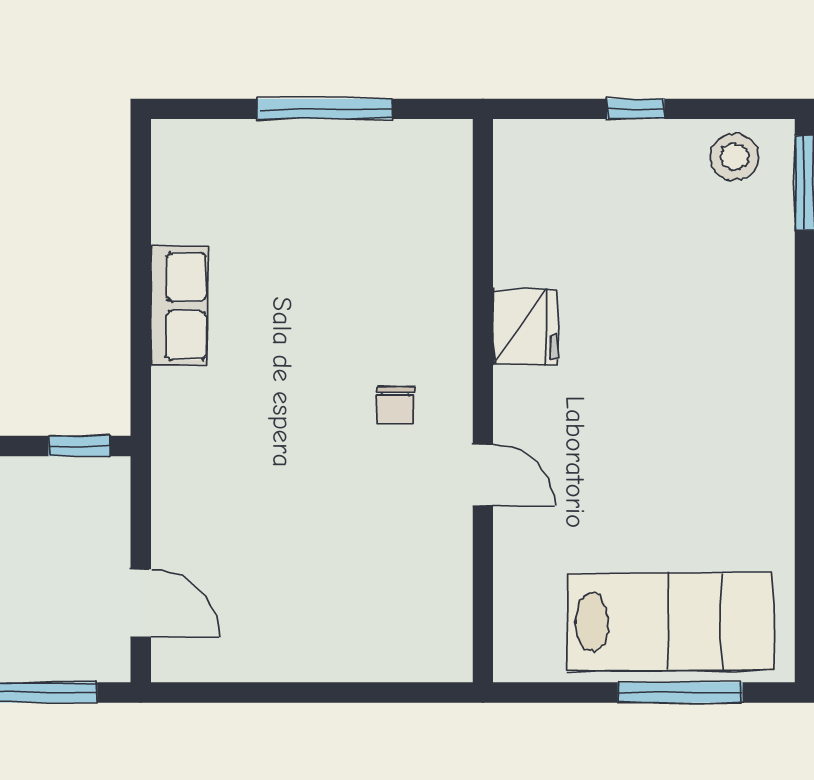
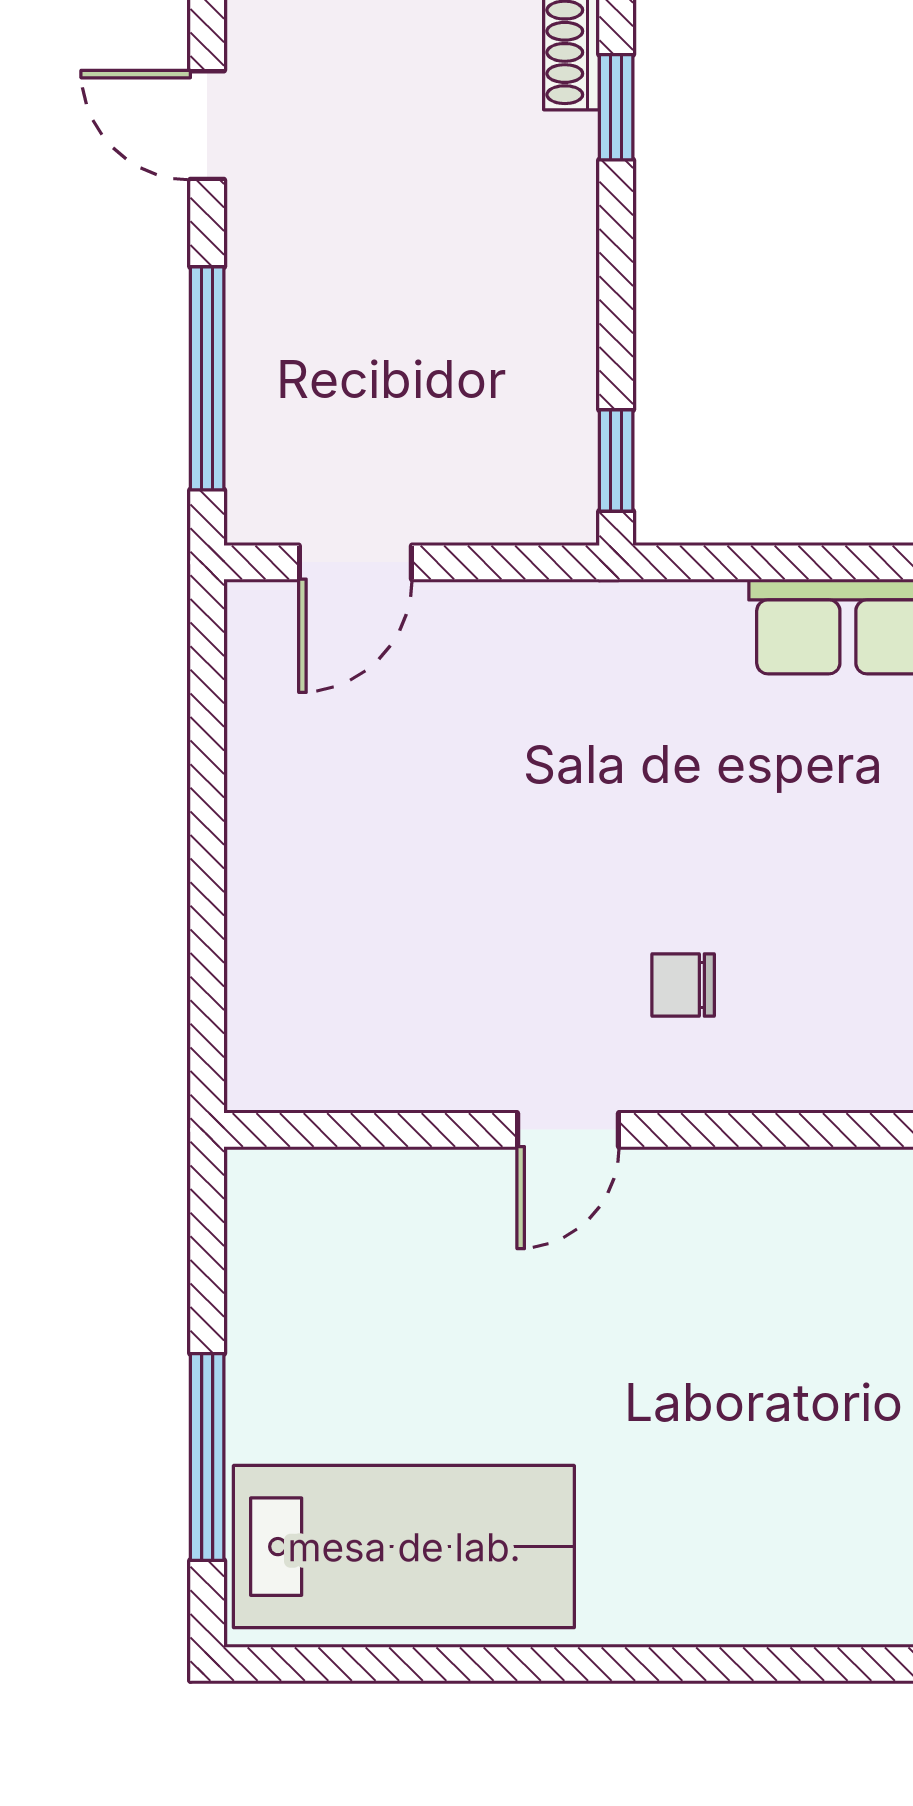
fridge: (525, 328) -> (812, 1200), removed
lab bench: (670, 622) -> (404, 1547), moved, turned -90

